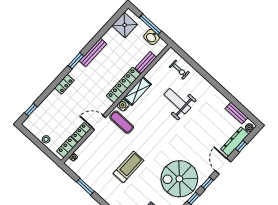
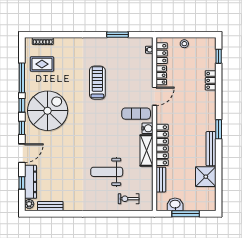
shower: (125, 25) -> (206, 177), moved
locker: (64, 84) -> (211, 80), moved
weight bench: (177, 101) -> (107, 172), turned 180
door: (223, 166) -> (22, 153), hinge flipped
treadmill: (129, 167) -> (97, 83), turned 180

